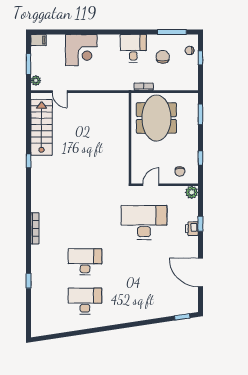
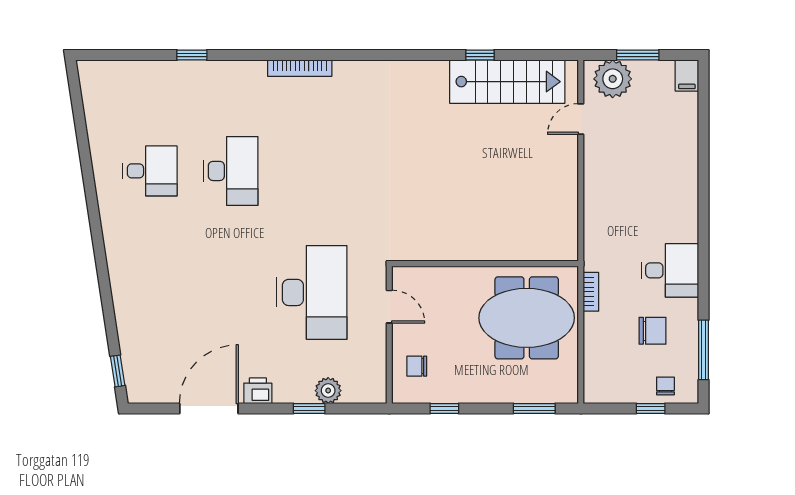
corner desk: (81, 50) -> (666, 164), removed
plant: (36, 80) -> (613, 79), width x1.88, depth x1.88
window: (29, 161) -> (480, 55), moved
plant: (192, 192) -> (328, 391), moved
printer: (192, 229) -> (258, 391), moved
desk: (85, 301) -> (150, 171), width x0.73

